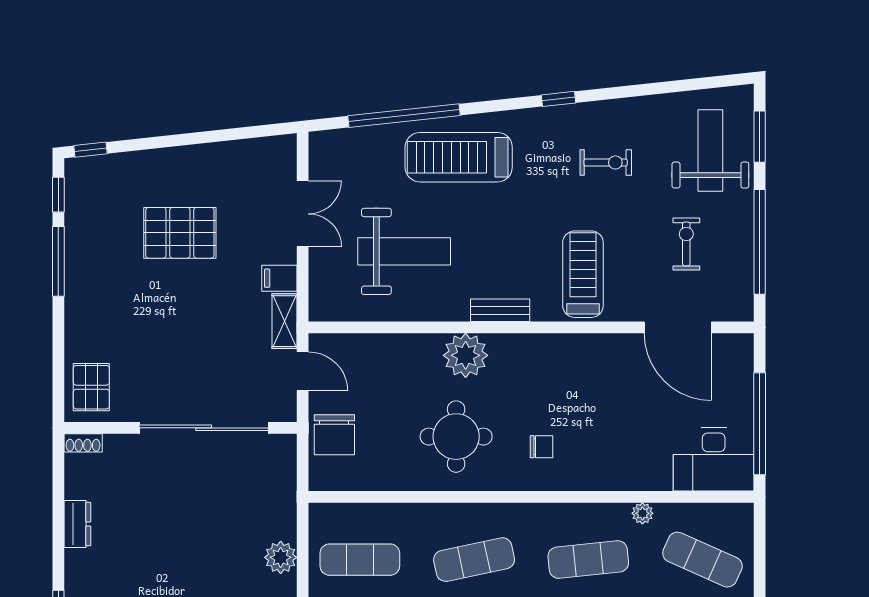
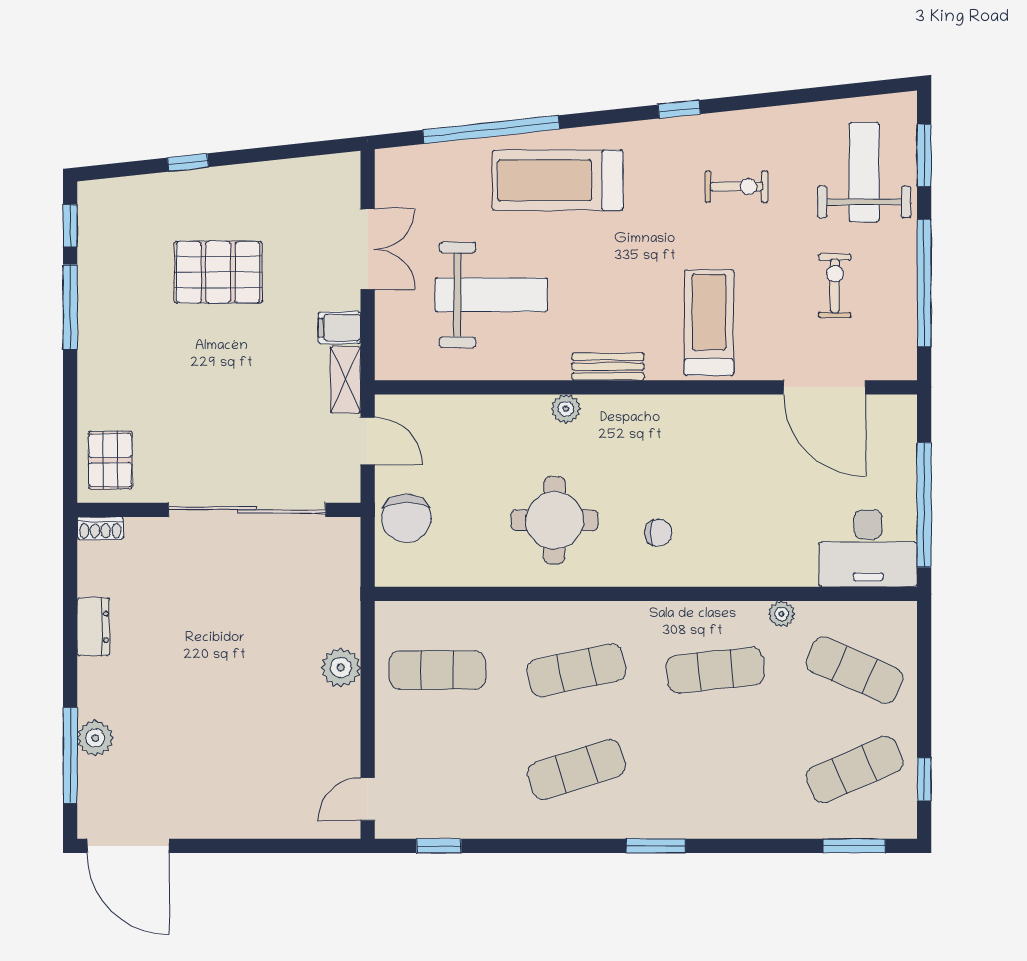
window: (90, 150) -> (188, 162), moved
plant: (466, 355) -> (566, 409), width x0.53, depth x0.53

